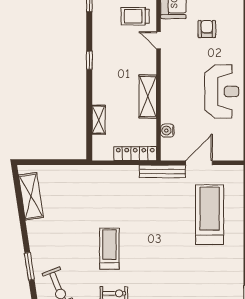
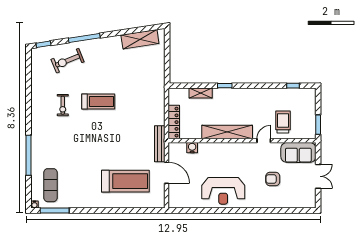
armchair: (207, 29) -> (273, 179), turned 180
window: (89, 60) -> (225, 86), moved
shelving: (148, 97) -> (227, 132), width x1.47
window: (29, 266) -> (84, 38), width x1.44

